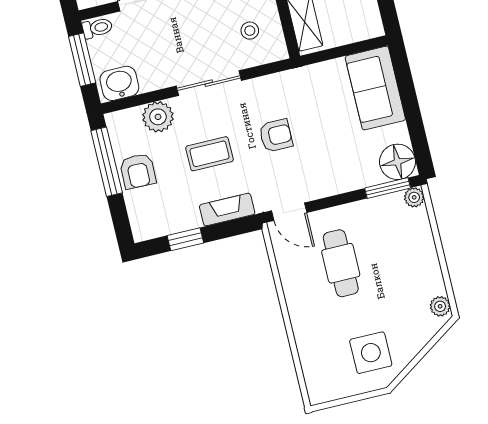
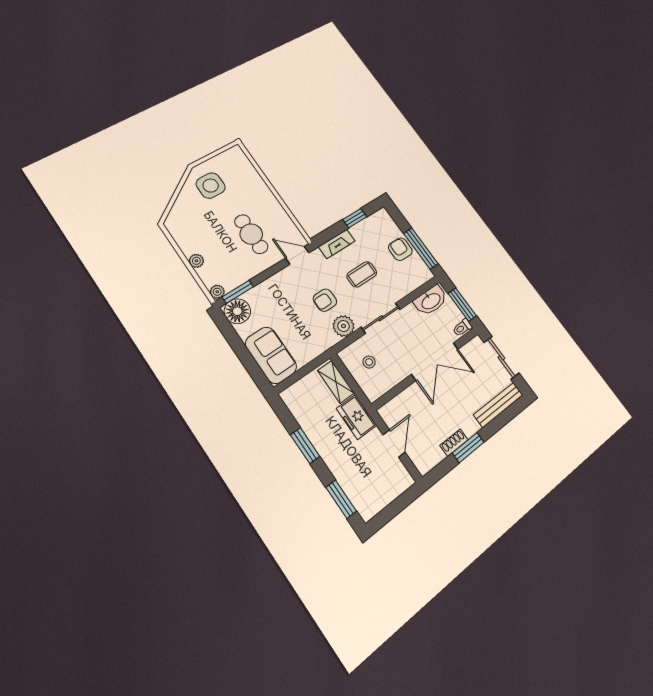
washbasin: (119, 83) -> (431, 301), width x1.38
plant: (158, 117) -> (344, 326), moved
plant: (440, 306) -> (196, 261), moved

